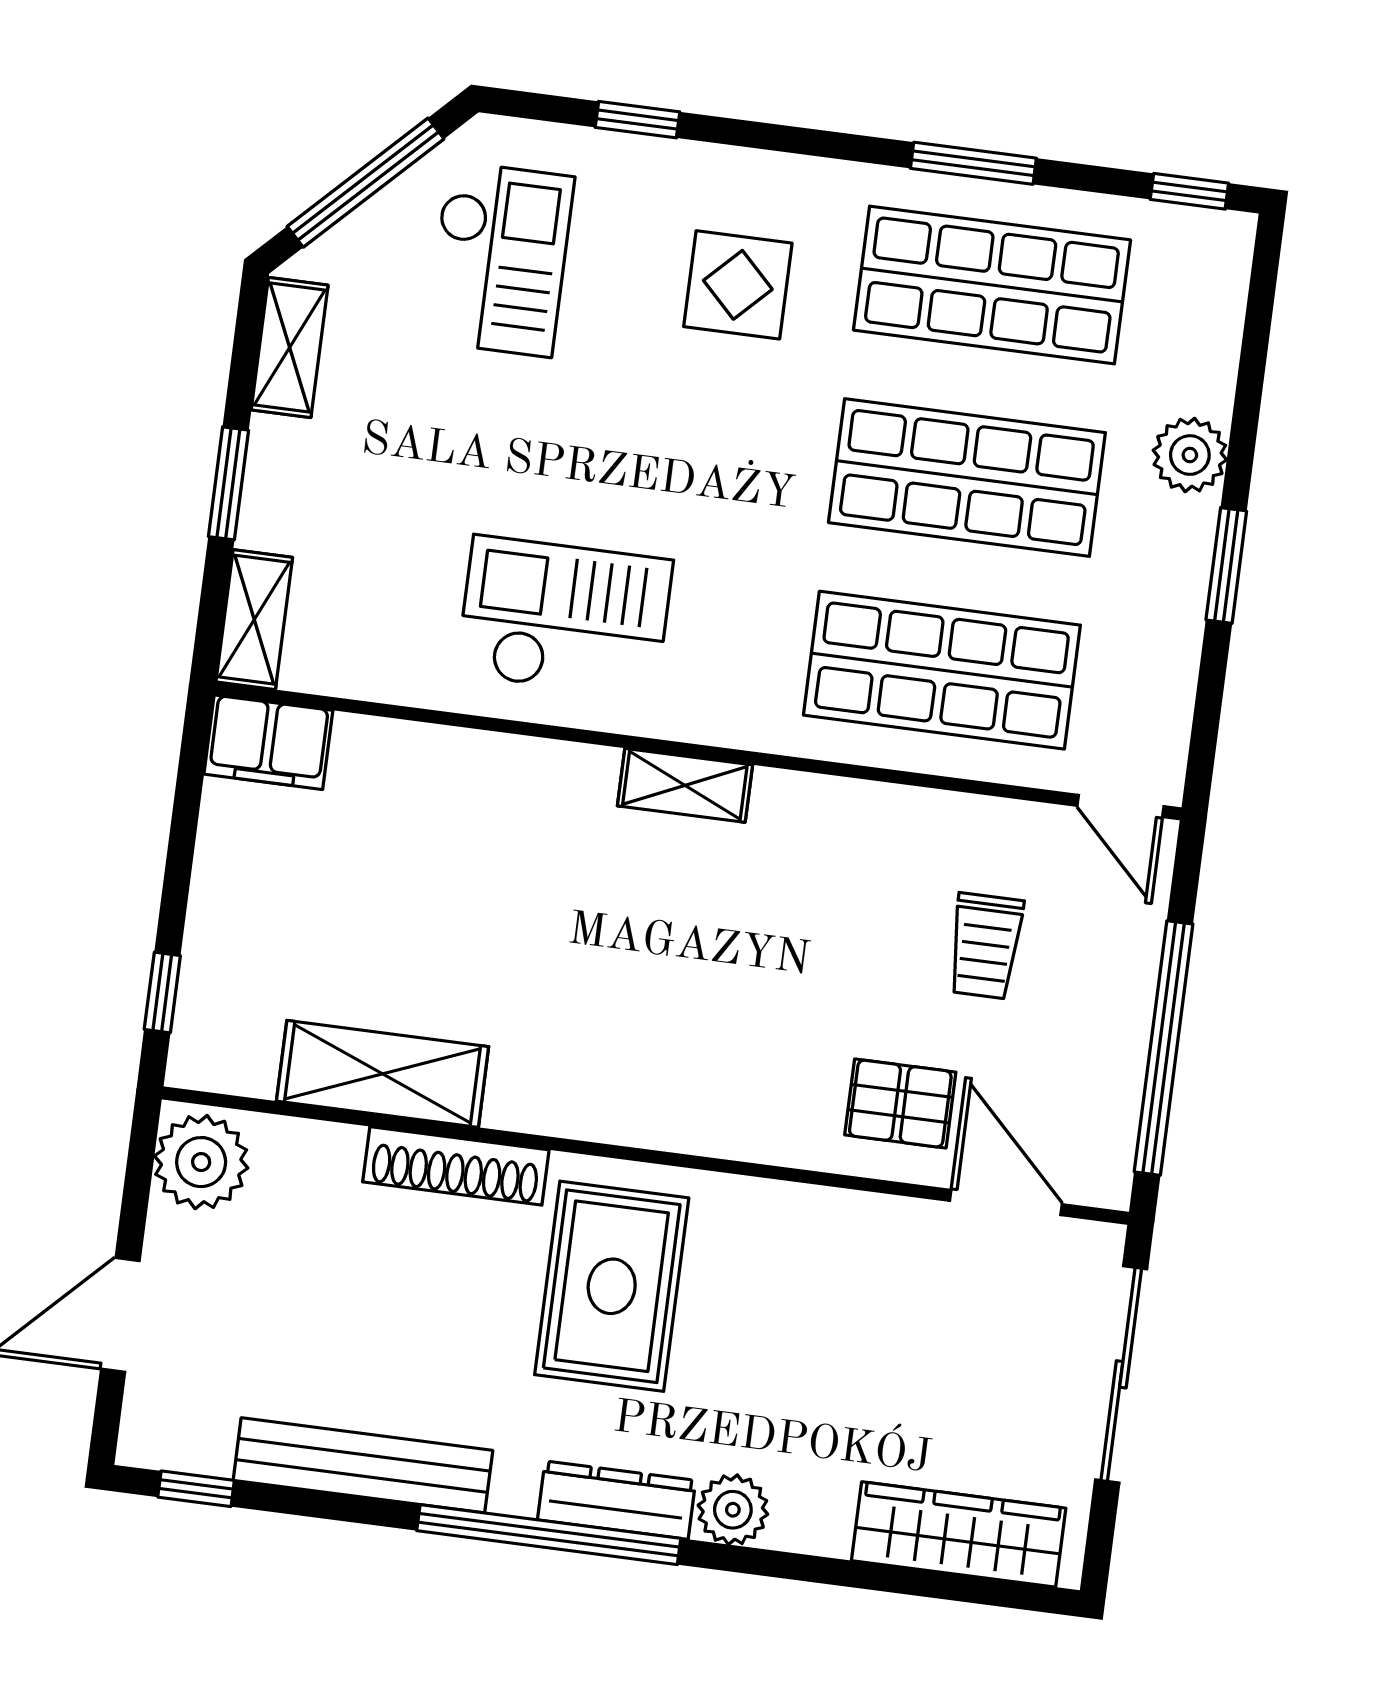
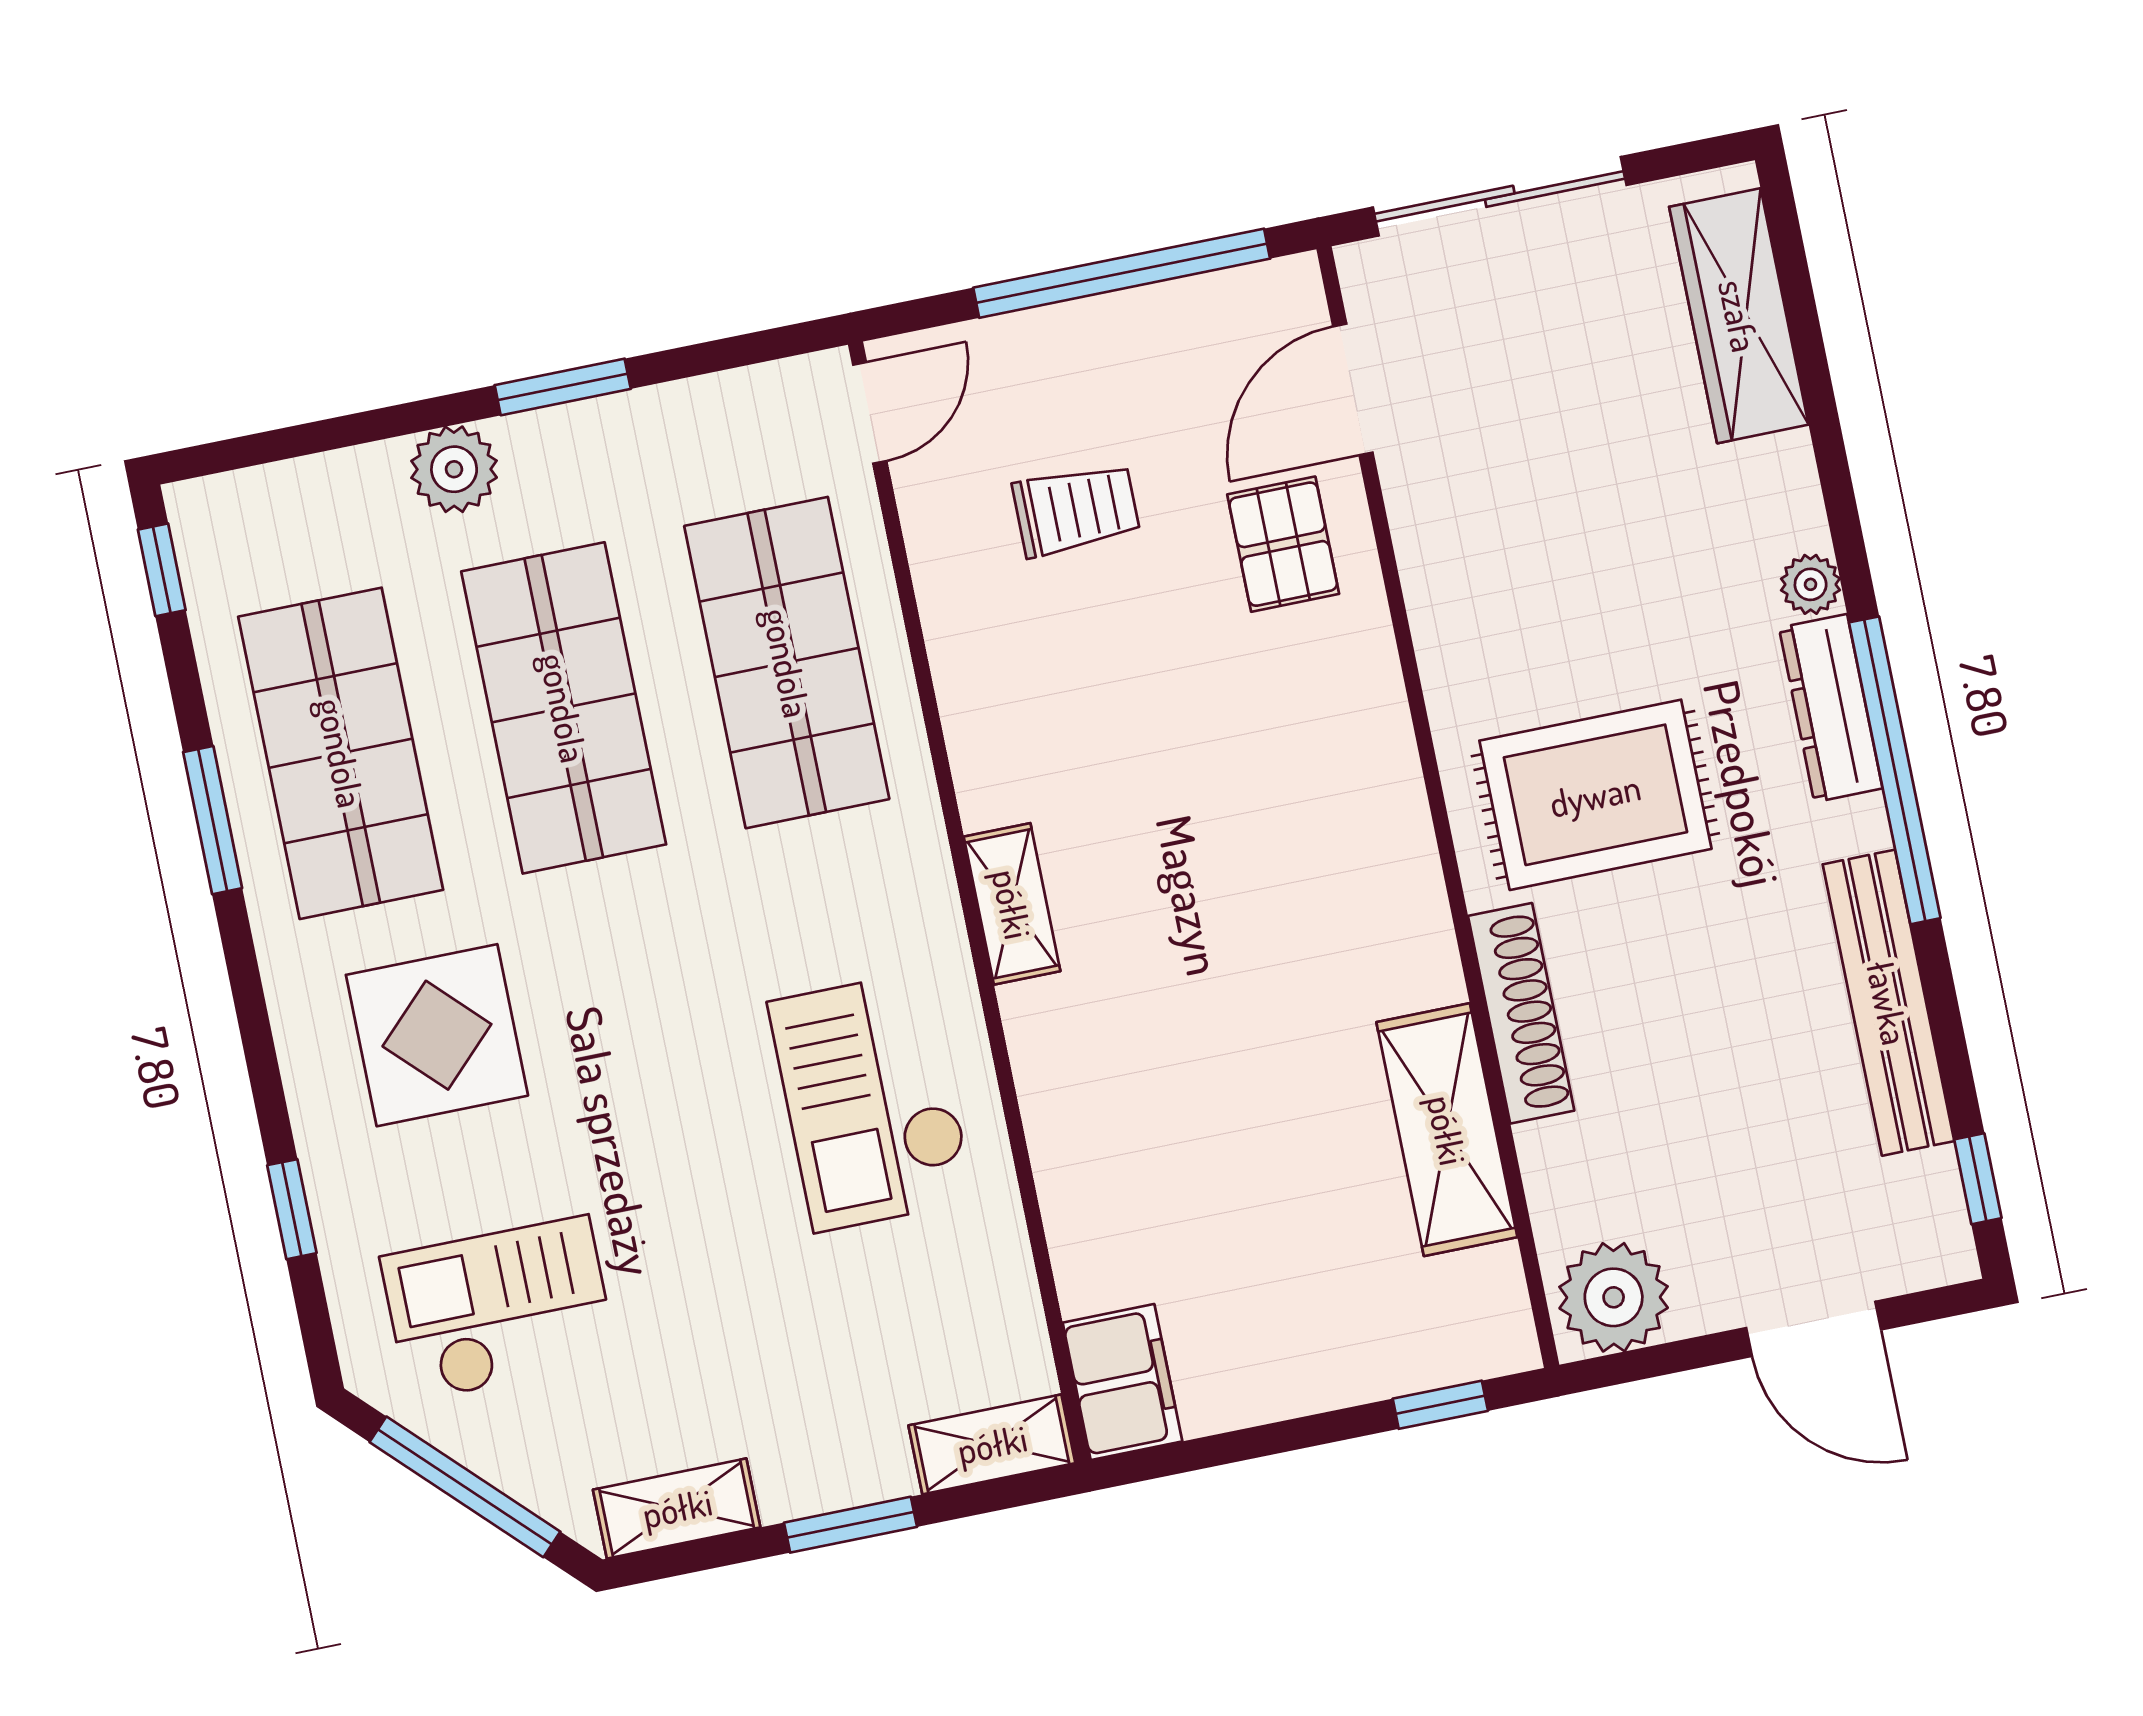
display table: (738, 285) -> (437, 1035), width x1.36, depth x1.36
plant: (733, 1510) -> (1811, 584), width x0.73, depth x0.73

